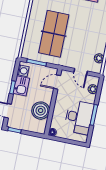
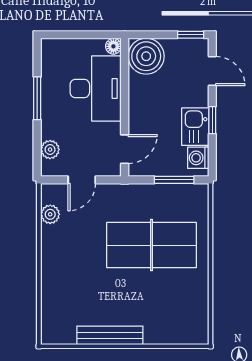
table tennis table: (54, 34) -> (152, 245), turned 90
door: (81, 72) -> (82, 180), swing flipped
boiler: (41, 111) -> (146, 56), moved
desk: (79, 117) -> (96, 88), moved, turned 180

